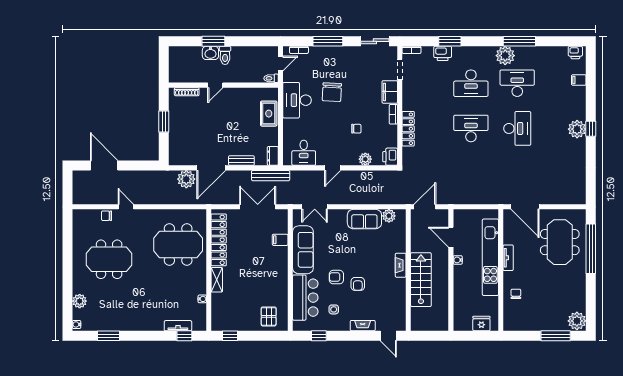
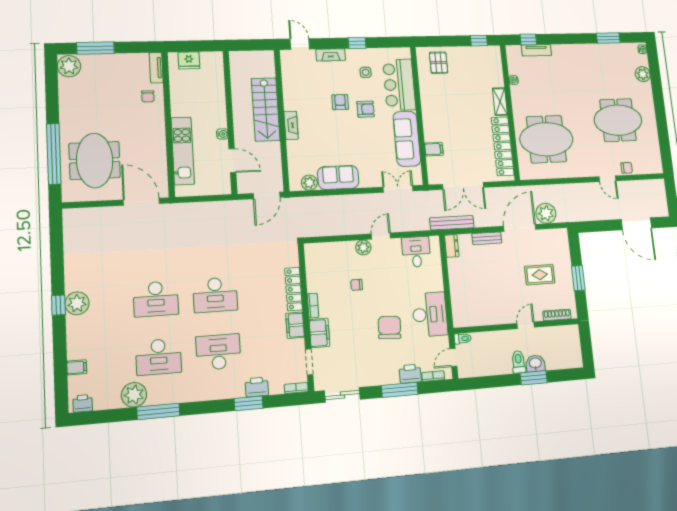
plant: (505, 56) -> (134, 395), moved
filing cabinet: (409, 100) -> (295, 325), added
rug: (269, 114) -> (540, 275), moved, turned 90
desk: (517, 128) -> (156, 299), turned -90
printer: (390, 157) -> (410, 374), moved, turned -90
plant: (365, 159) -> (363, 247), moved
kitchen unit: (490, 257) -> (183, 151), width x0.73
tv unit: (508, 258) -> (156, 68), moved
window: (319, 336) -> (357, 43), moved

